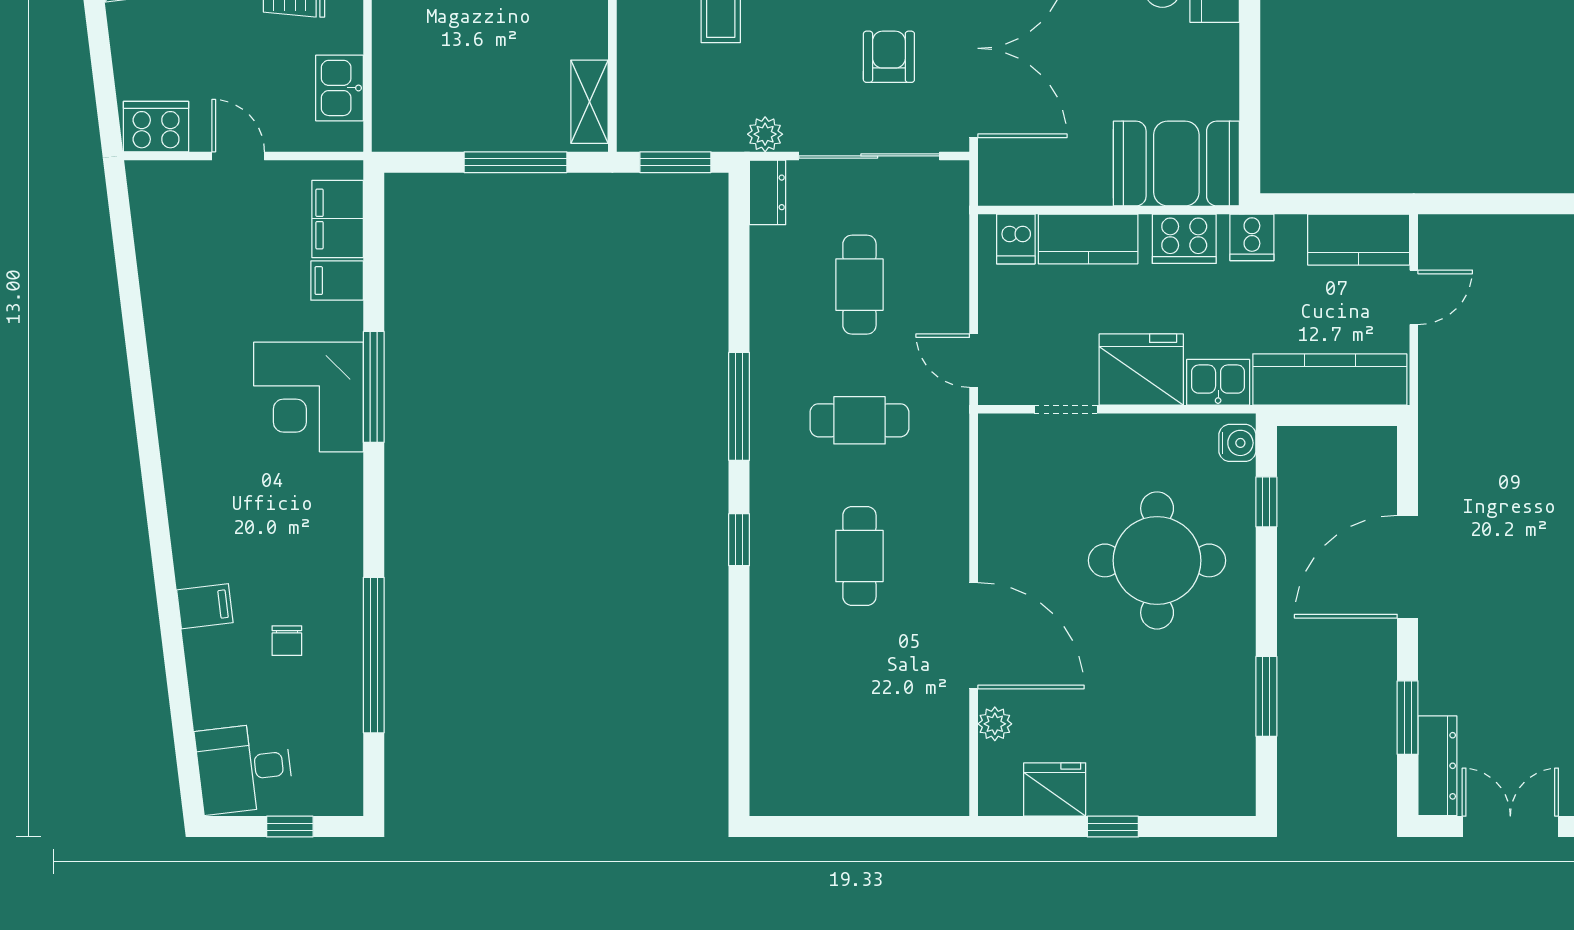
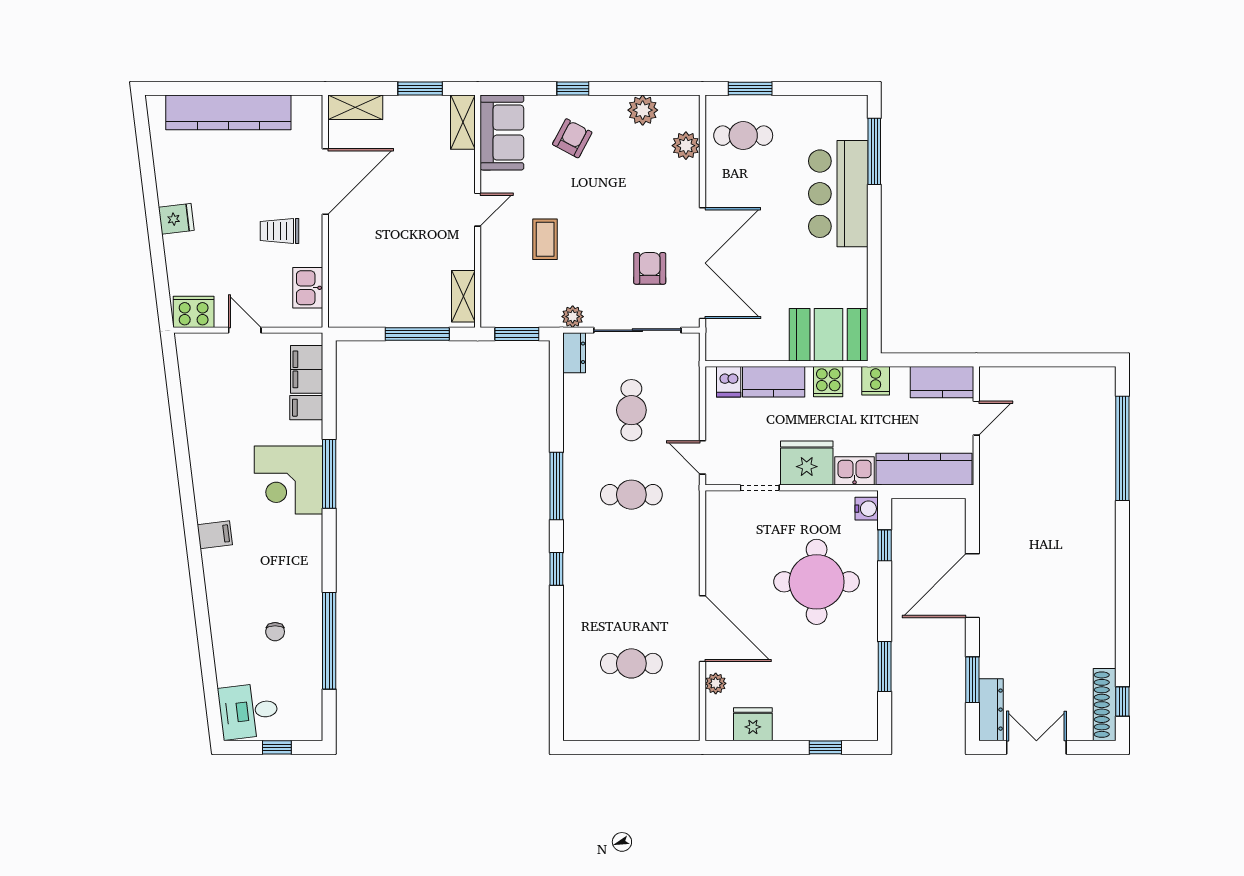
cooker: (1184, 239) -> (828, 382), width x0.73
cafe table: (859, 556) -> (631, 663), moved, turned 90
filing cabinet: (205, 606) -> (215, 535), moved
window: (1113, 827) -> (825, 747), moved

